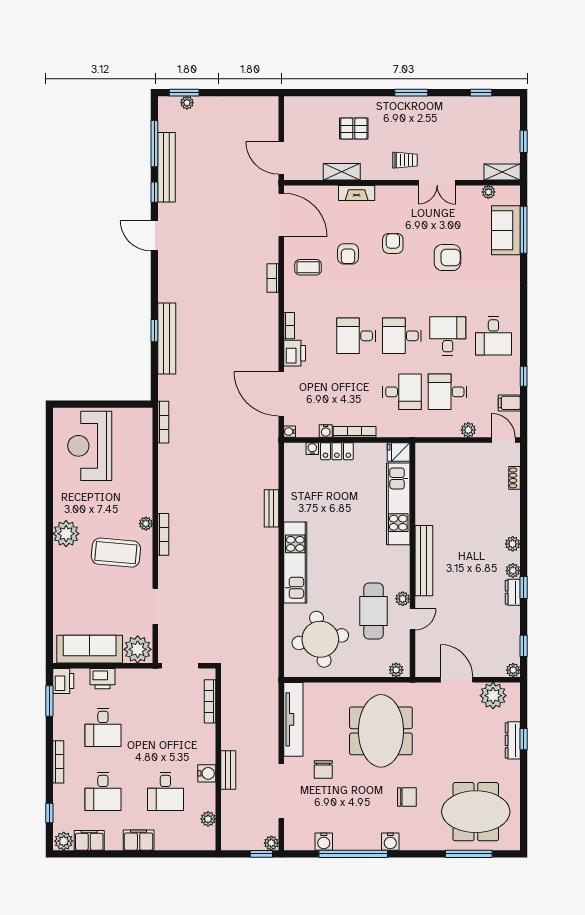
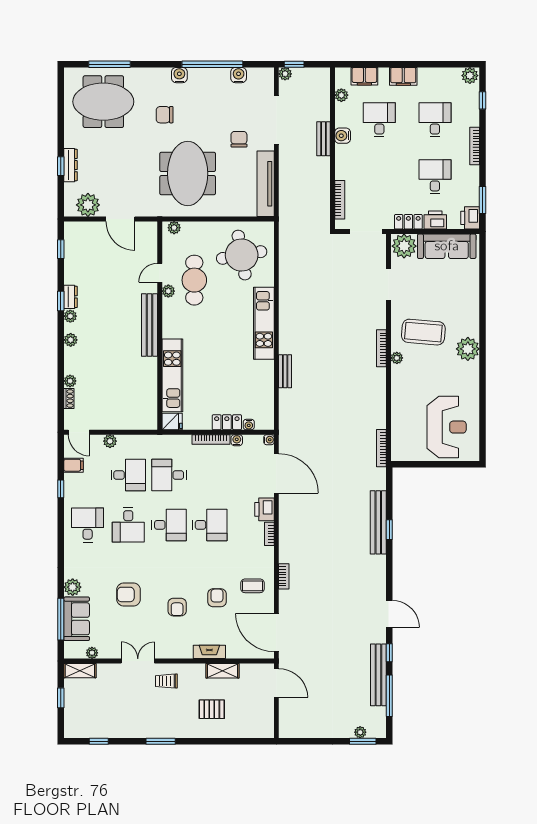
plant: (510, 266) -> (73, 587), added
plant: (513, 670) -> (70, 381), moved
locker: (133, 677) -> (408, 222), added
filing cabinet: (89, 840) -> (364, 76), moved

